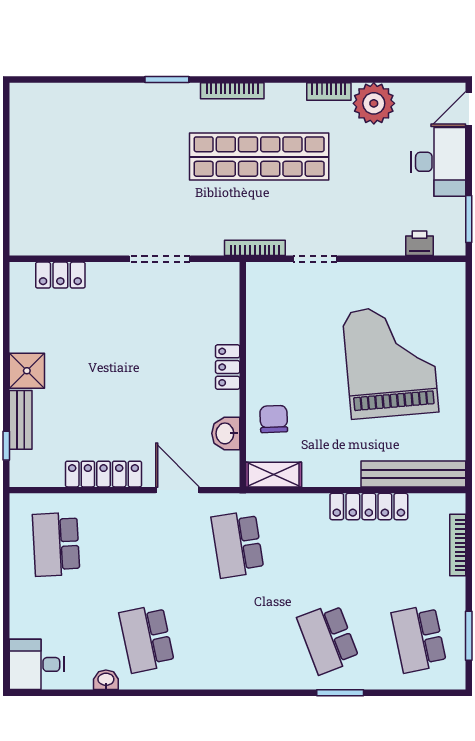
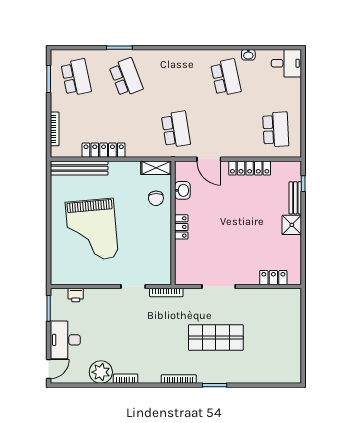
shop shelf: (259, 157) -> (216, 337), moved, width x0.71

